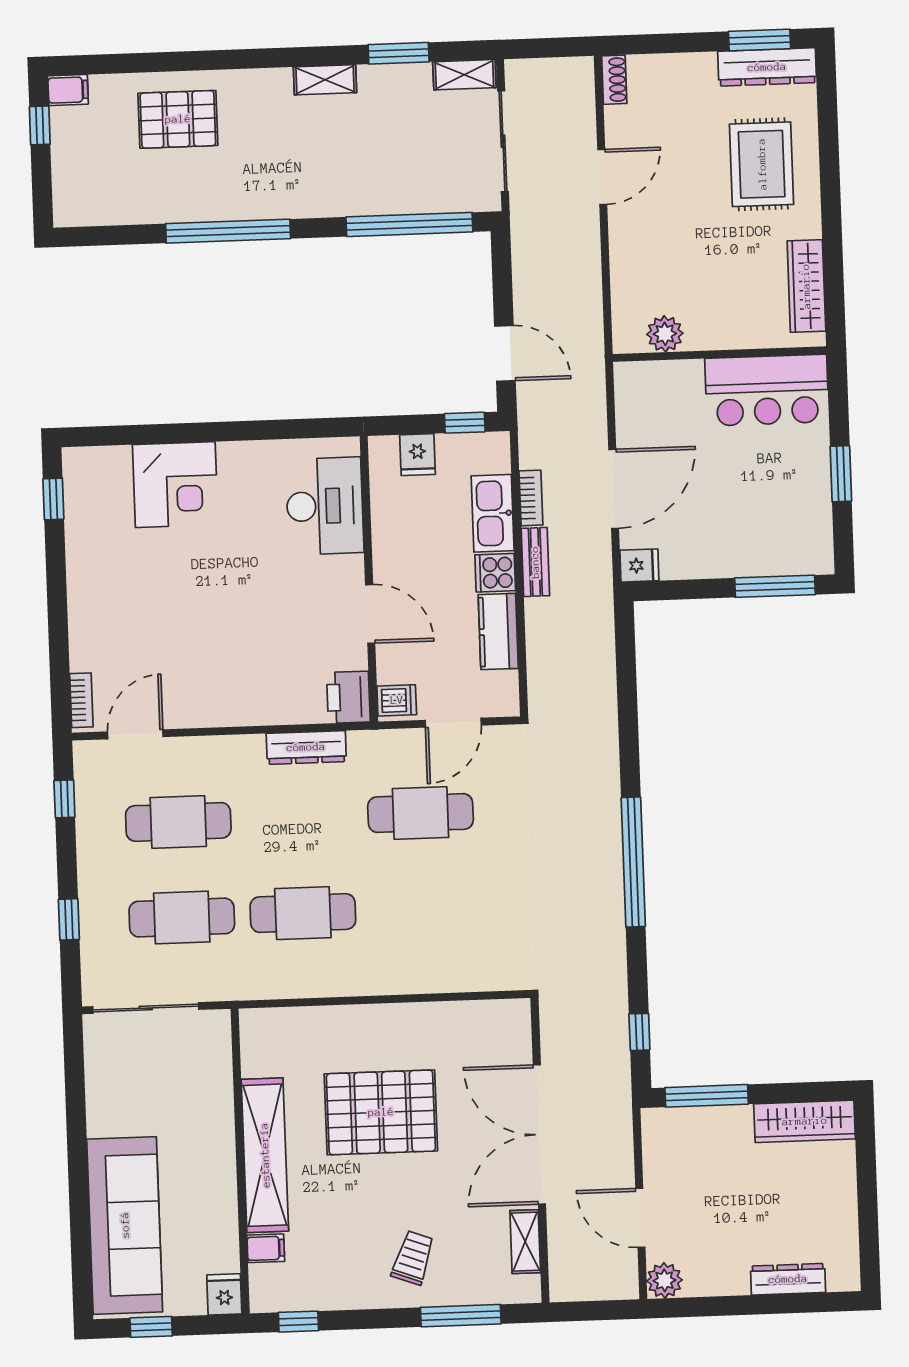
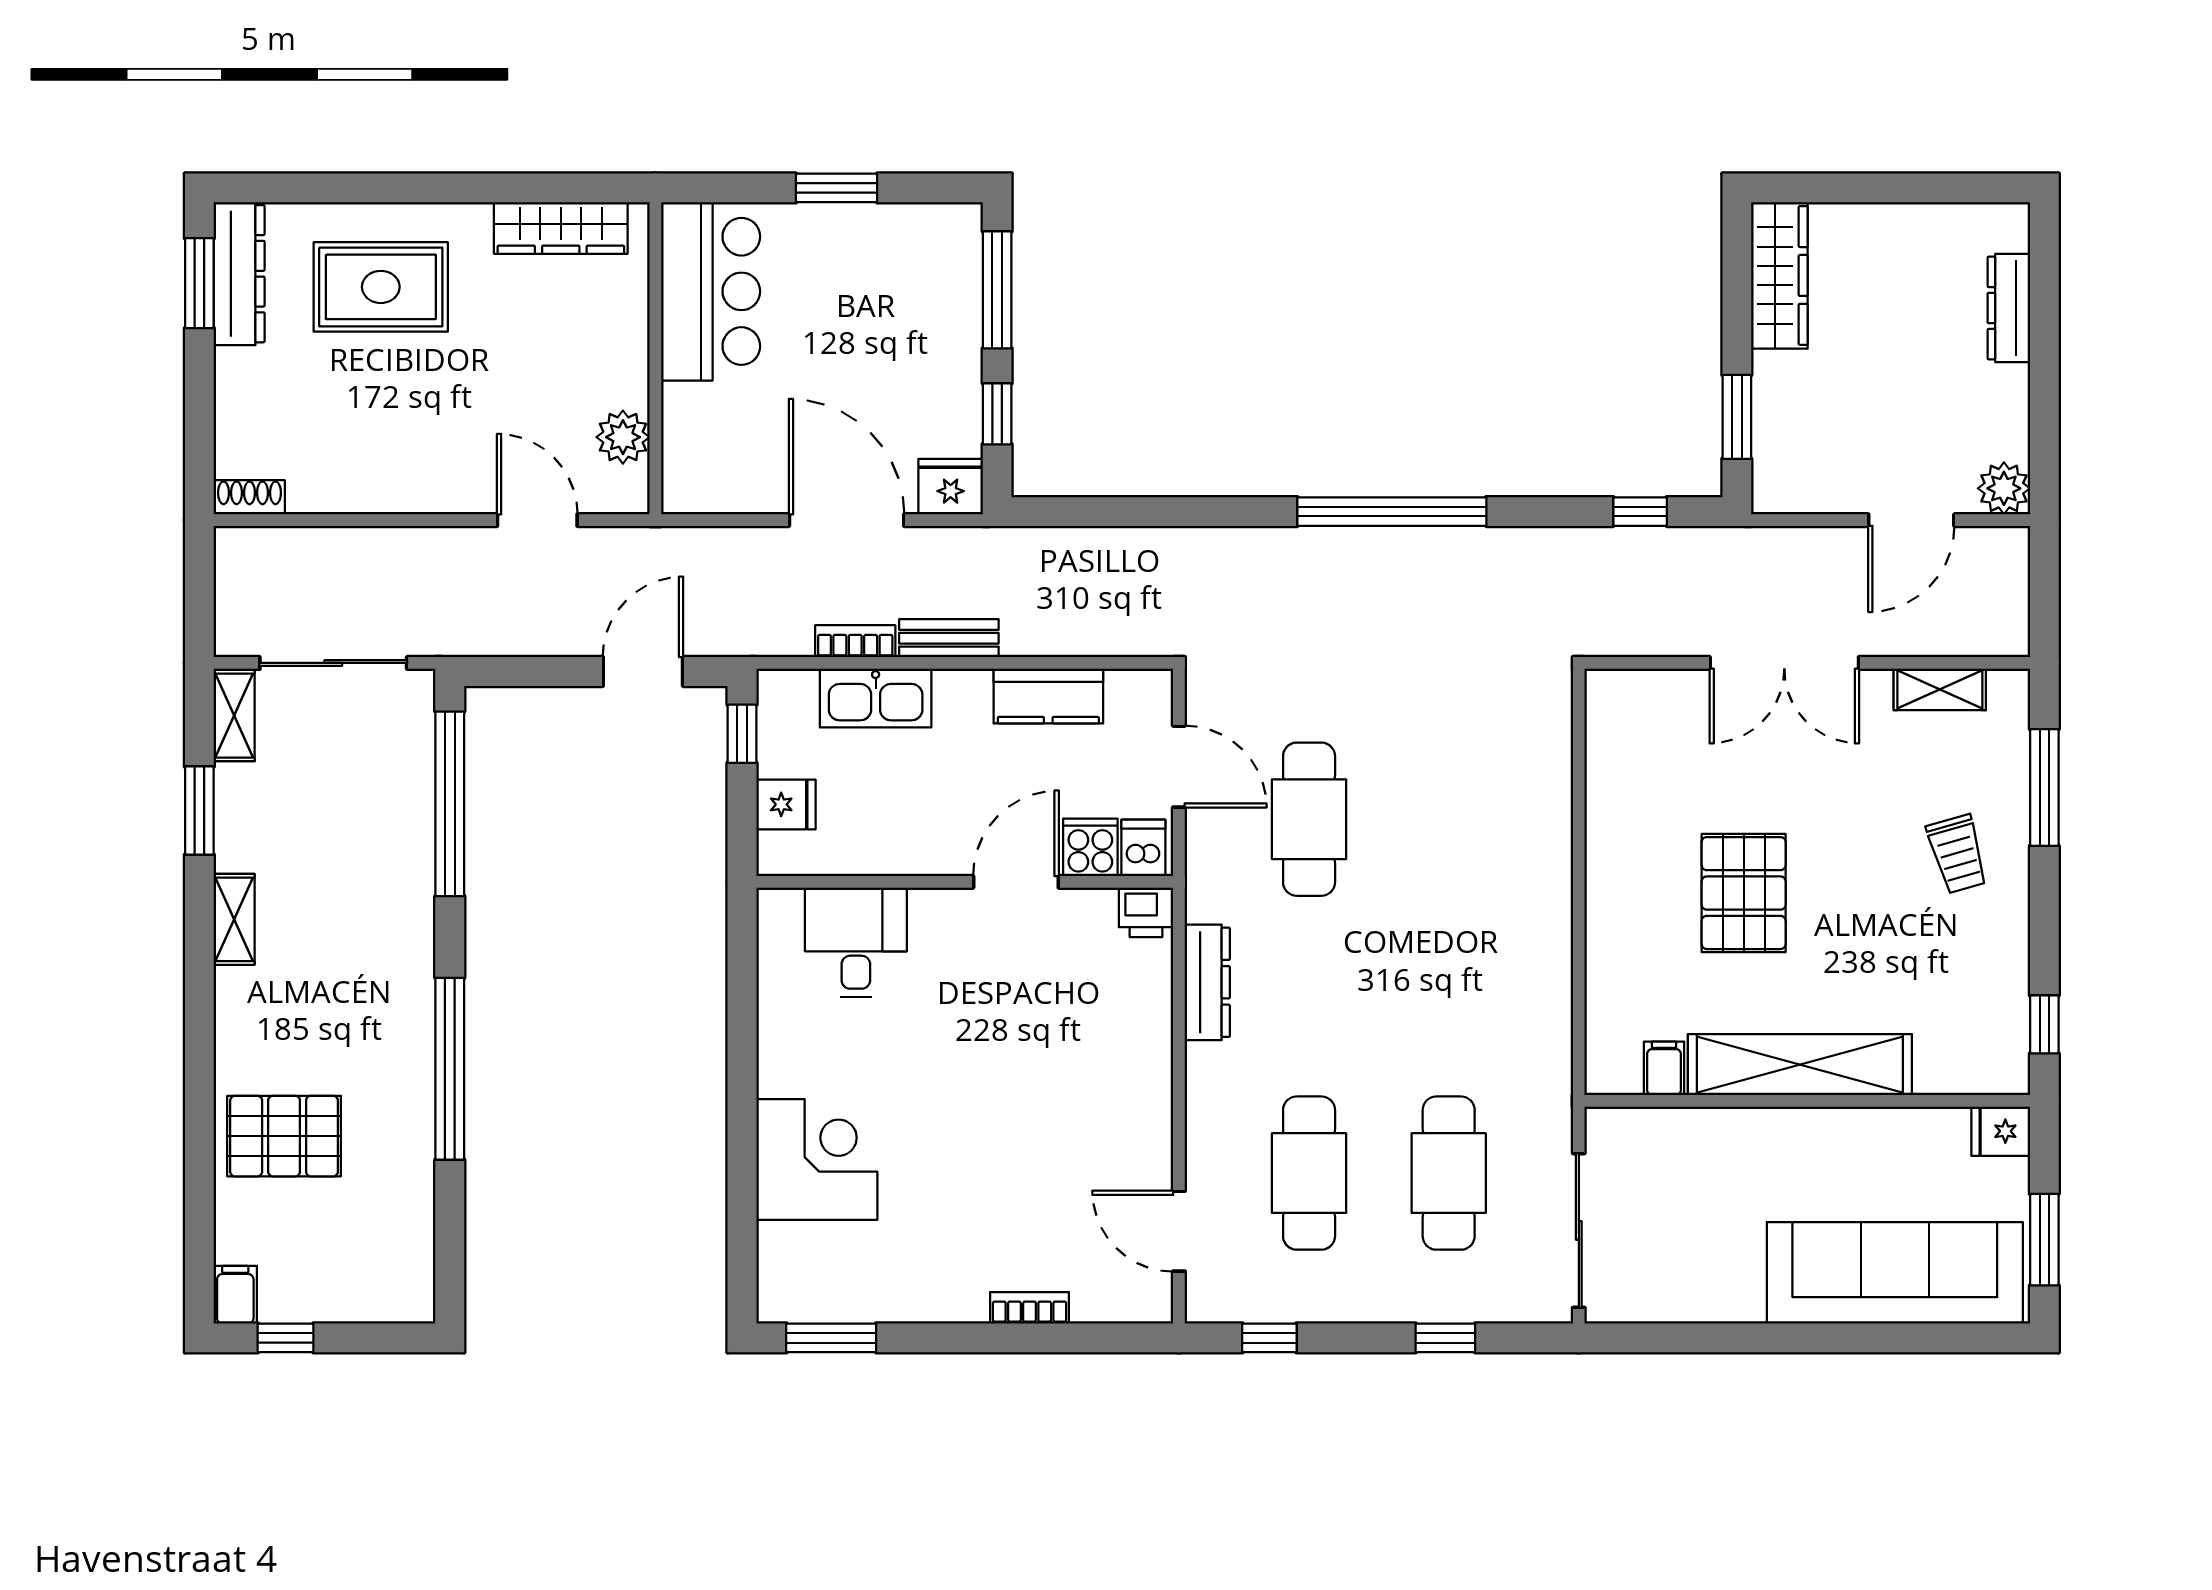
pallet: (178, 119) -> (284, 1136), turned 90
door: (602, 177) -> (537, 520), moved
window: (53, 499) -> (831, 1338), width x1.50
desk: (325, 506) -> (856, 943), width x0.73
fridge: (639, 565) -> (951, 487), width x1.38
cooker: (495, 573) -> (1090, 847), moved, turned 180
window: (690, 589) -> (997, 414), added
printer: (348, 697) -> (1146, 912), width x0.73, depth x0.81
bookcase: (81, 700) -> (1030, 1308), moved
cafe table: (303, 913) -> (1449, 996), removed
window: (707, 1096) -> (1737, 417), width x0.69
pallet: (381, 1112) -> (1744, 893), width x0.73, depth x0.71
double door: (539, 1134) -> (1784, 663), width x0.73
filing cabinet: (266, 1248) -> (1664, 1068), moved
trolley: (413, 1258) -> (1957, 854), turned -126
window: (151, 1327) -> (2044, 1240), width x1.50

